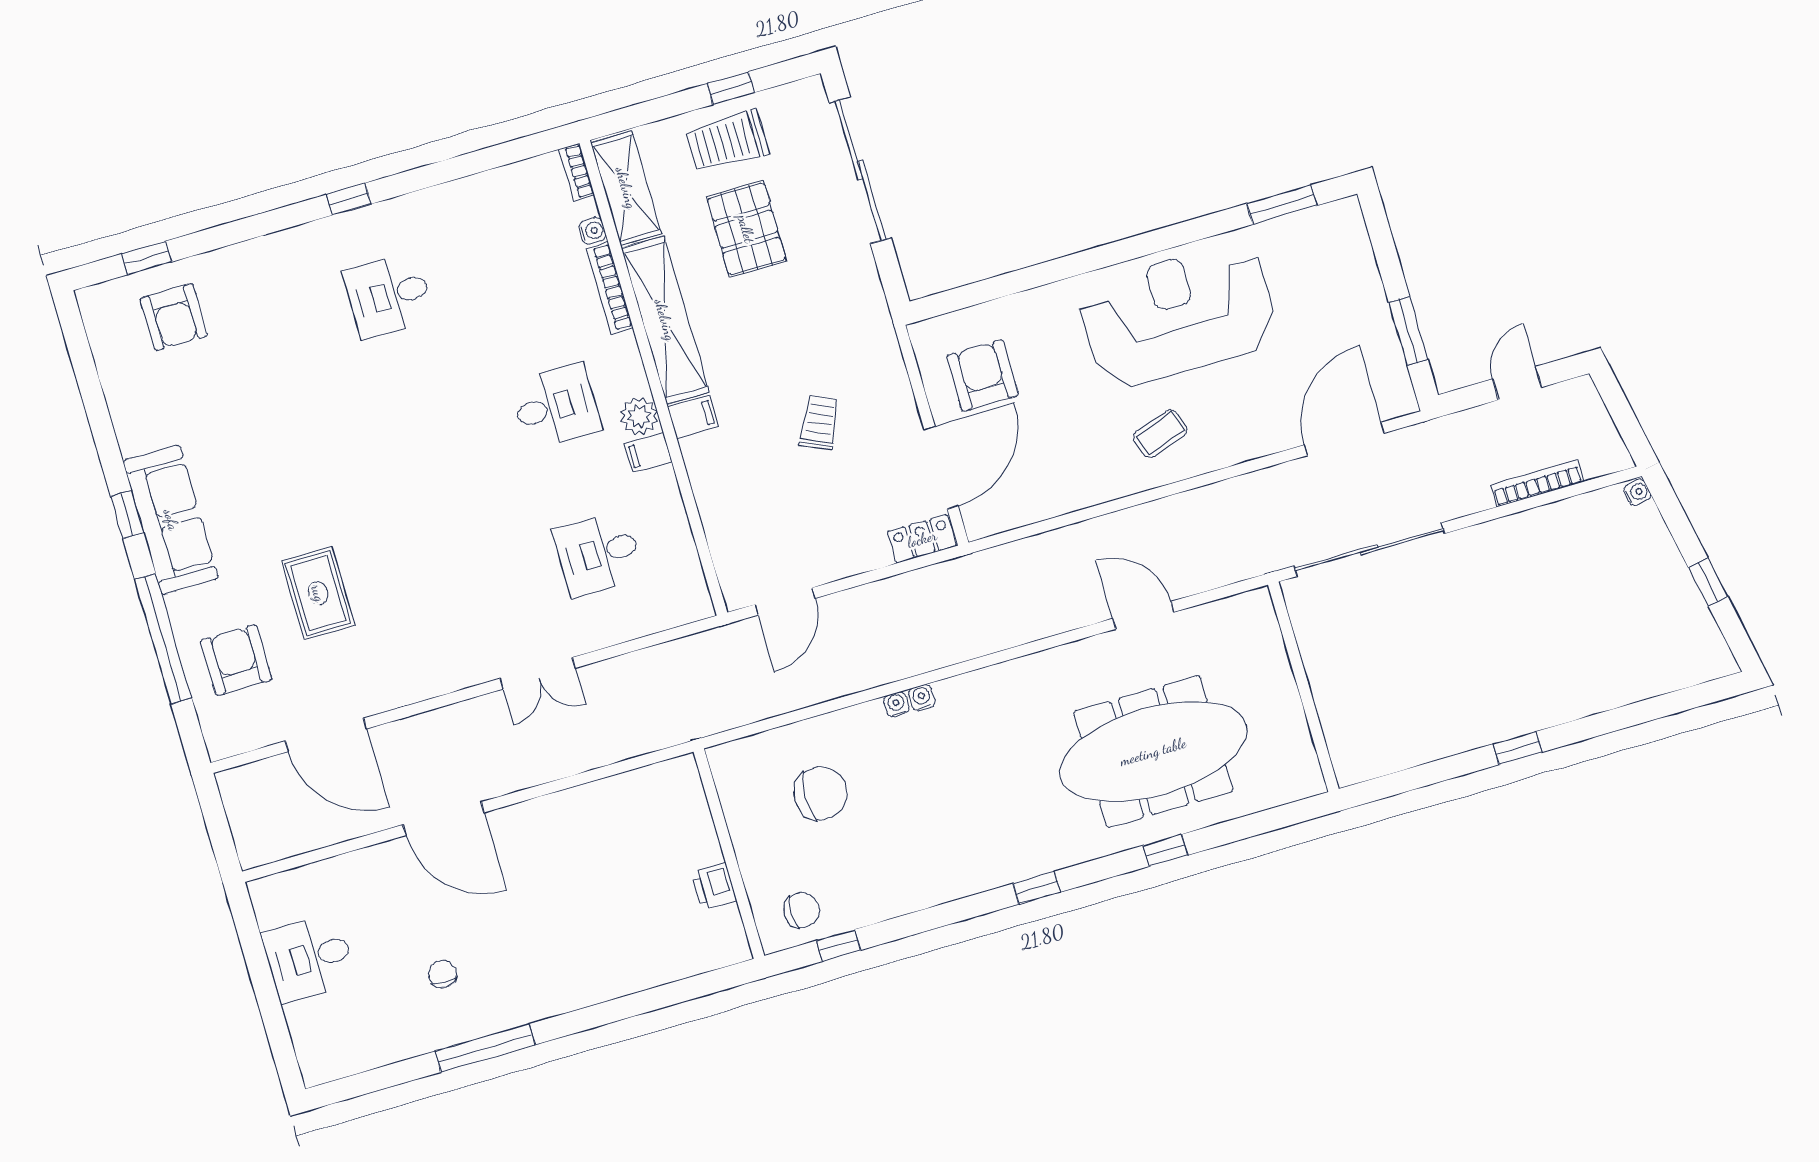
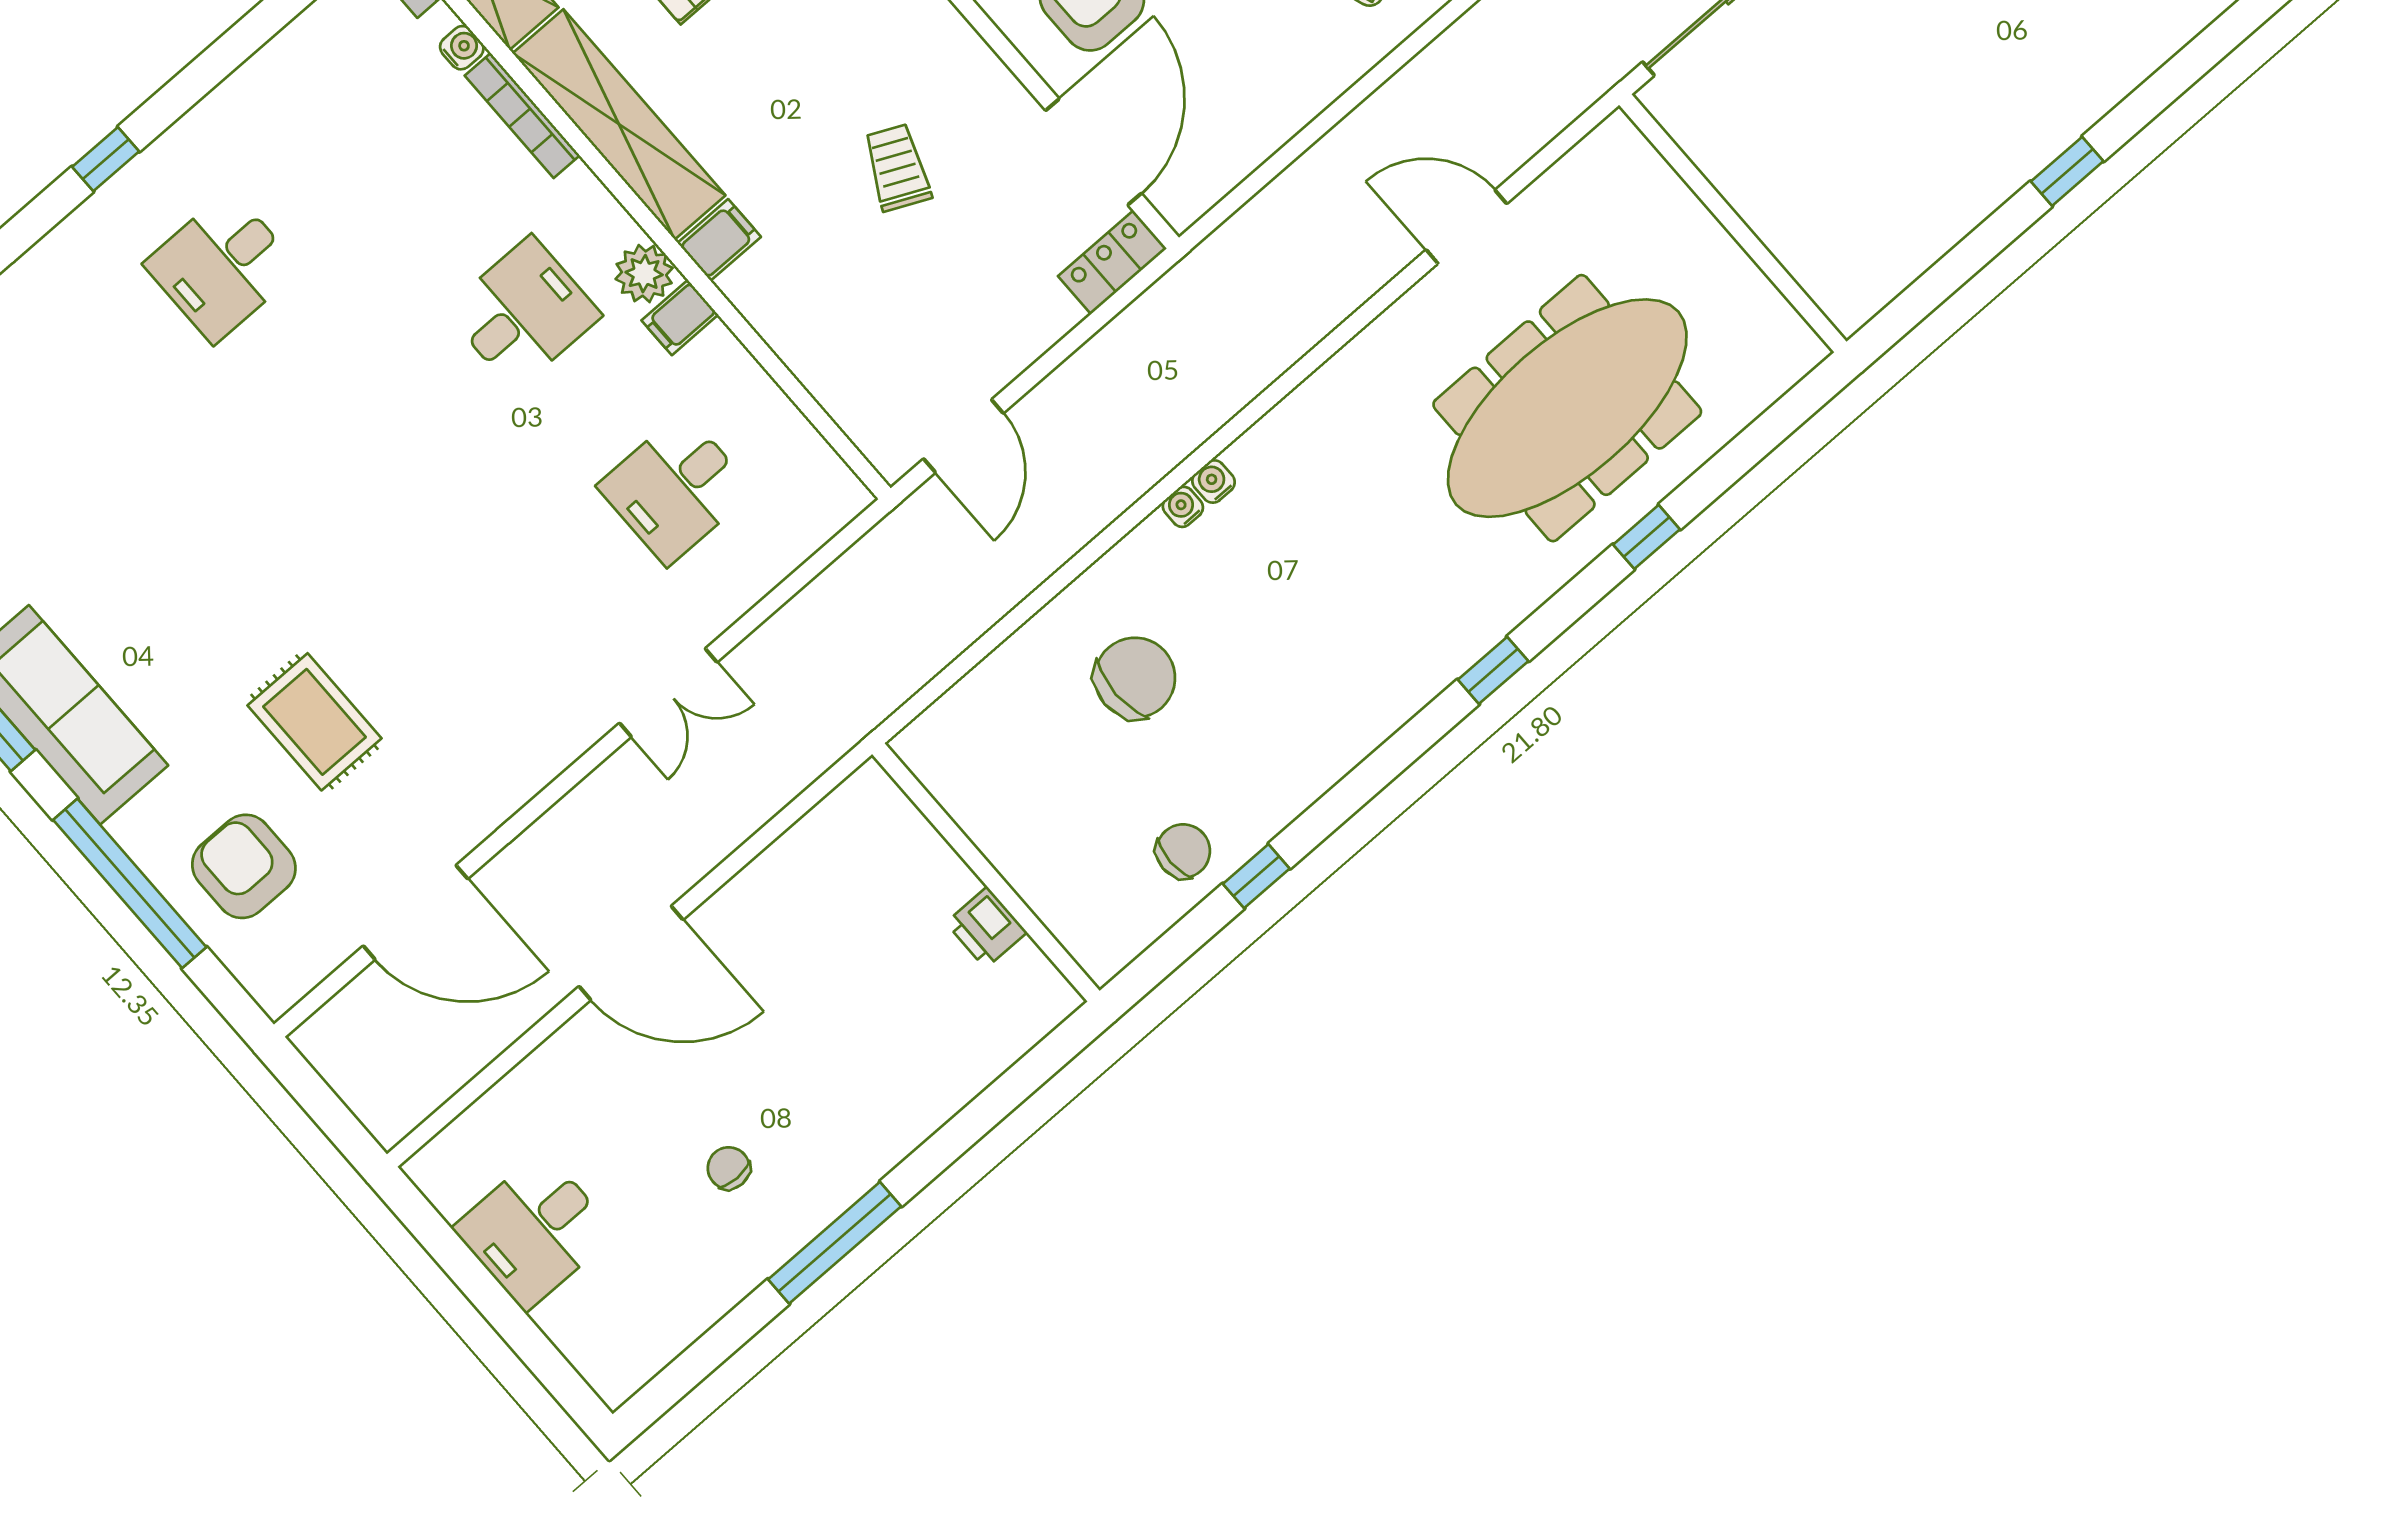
wall: (729, 854) -> (986, 872), moved
printer: (714, 887) -> (986, 928), moved

